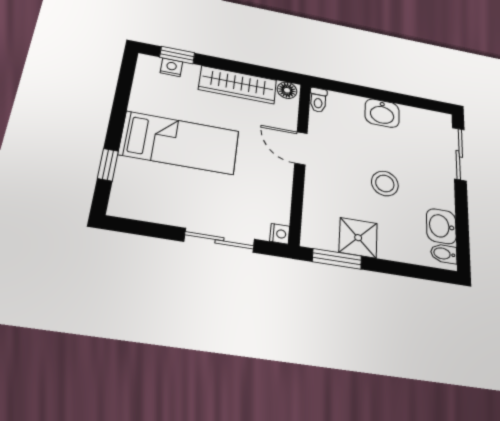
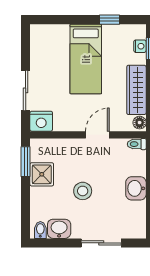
sliding door: (459, 154) -> (101, 243), moved
window: (108, 165) -> (109, 20), moved
nightstand: (280, 234) -> (41, 121), width x1.89, depth x1.79

